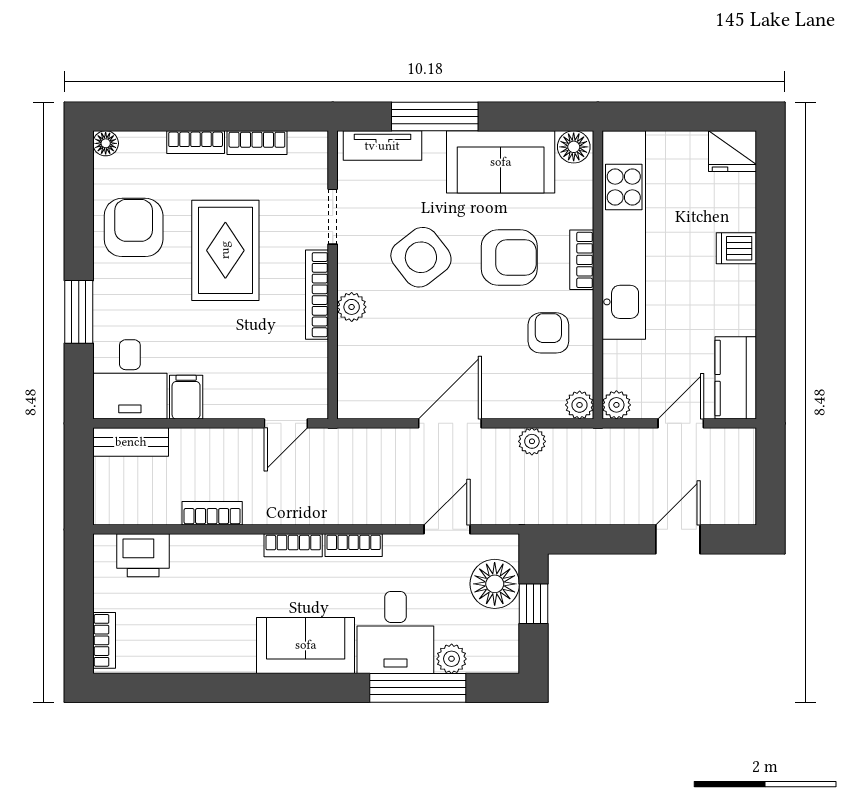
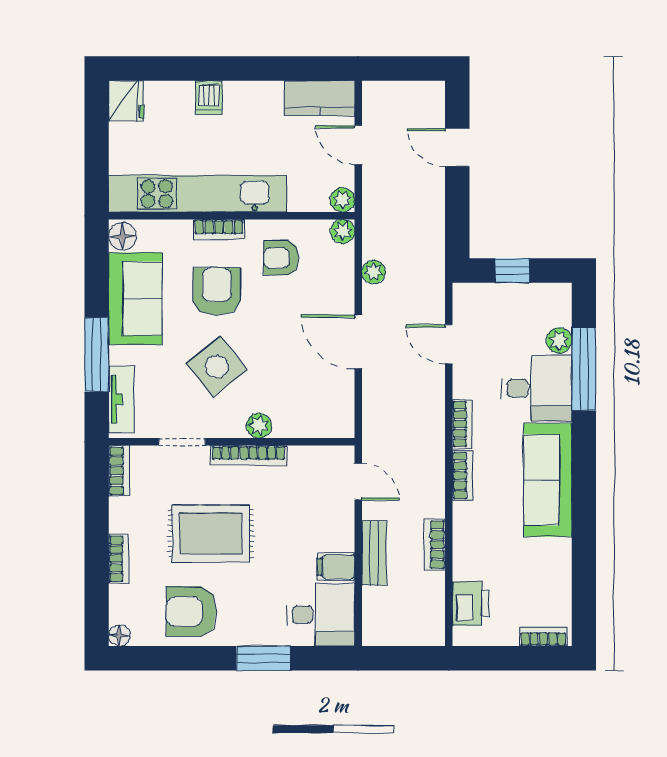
bookcase: (257, 143) -> (119, 471), moved
bench: (131, 442) -> (374, 553), moved
floor lamp: (495, 584) -> (495, 304), removed
sofa: (306, 645) -> (548, 480), width x1.36

